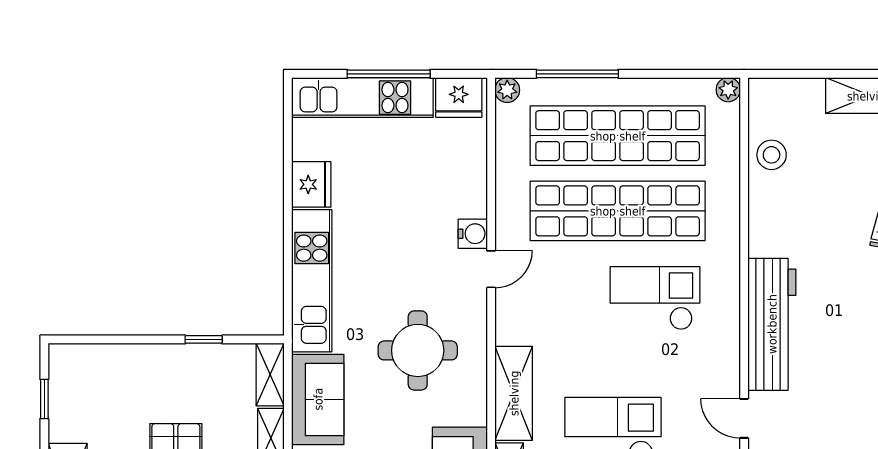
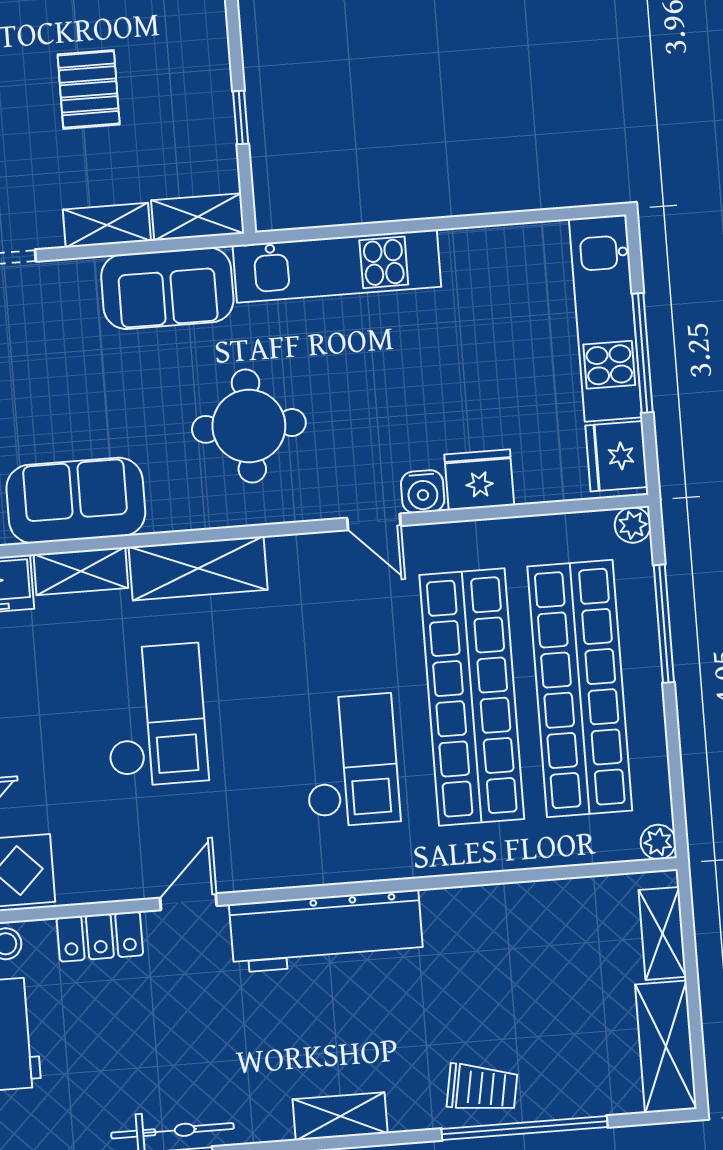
shelving: (792, 92) -> (662, 933), added
stool: (772, 155) -> (570, 912), removed
fridge: (311, 184) -> (479, 480), moved, turned 180

